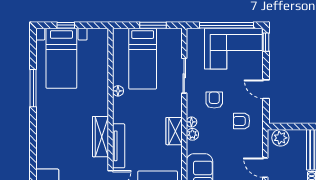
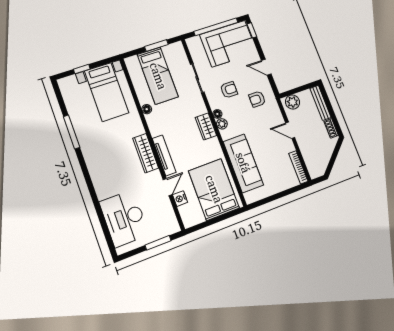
bed with nightstands: (61, 58) -> (107, 92), moved
armchair: (214, 100) -> (229, 90), turned 90

